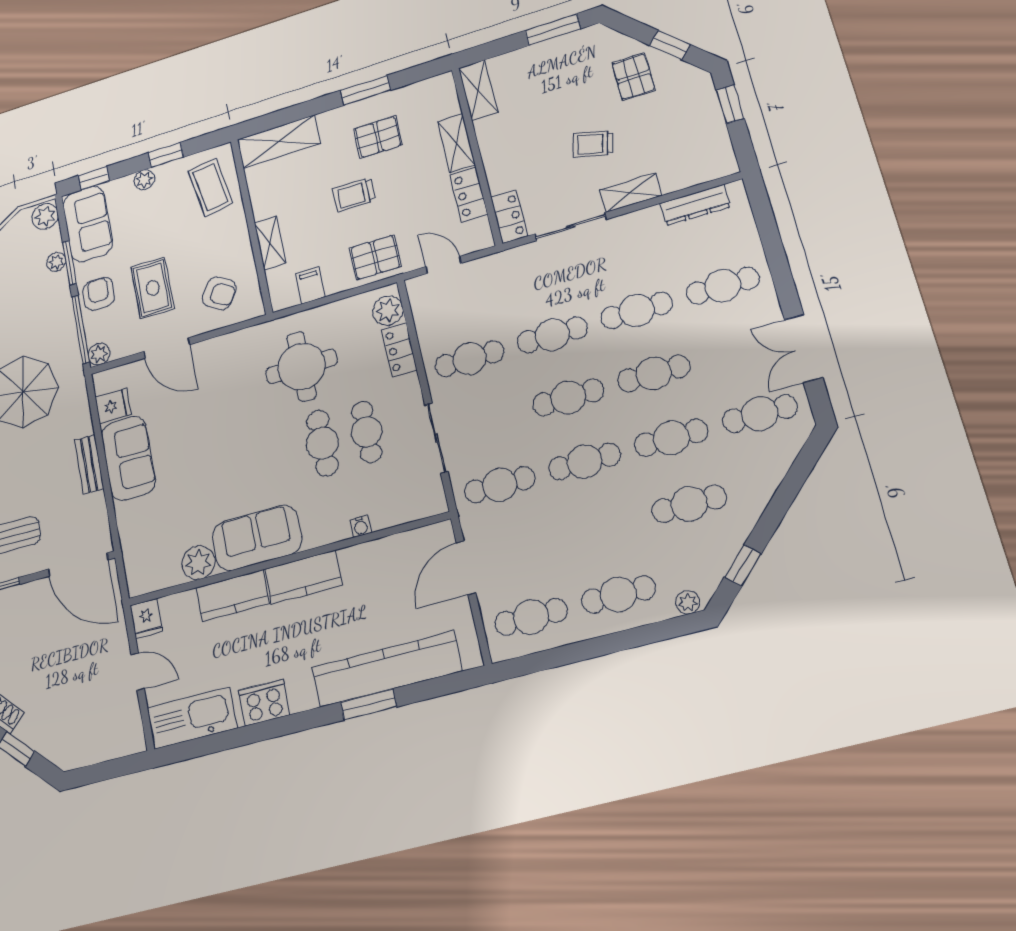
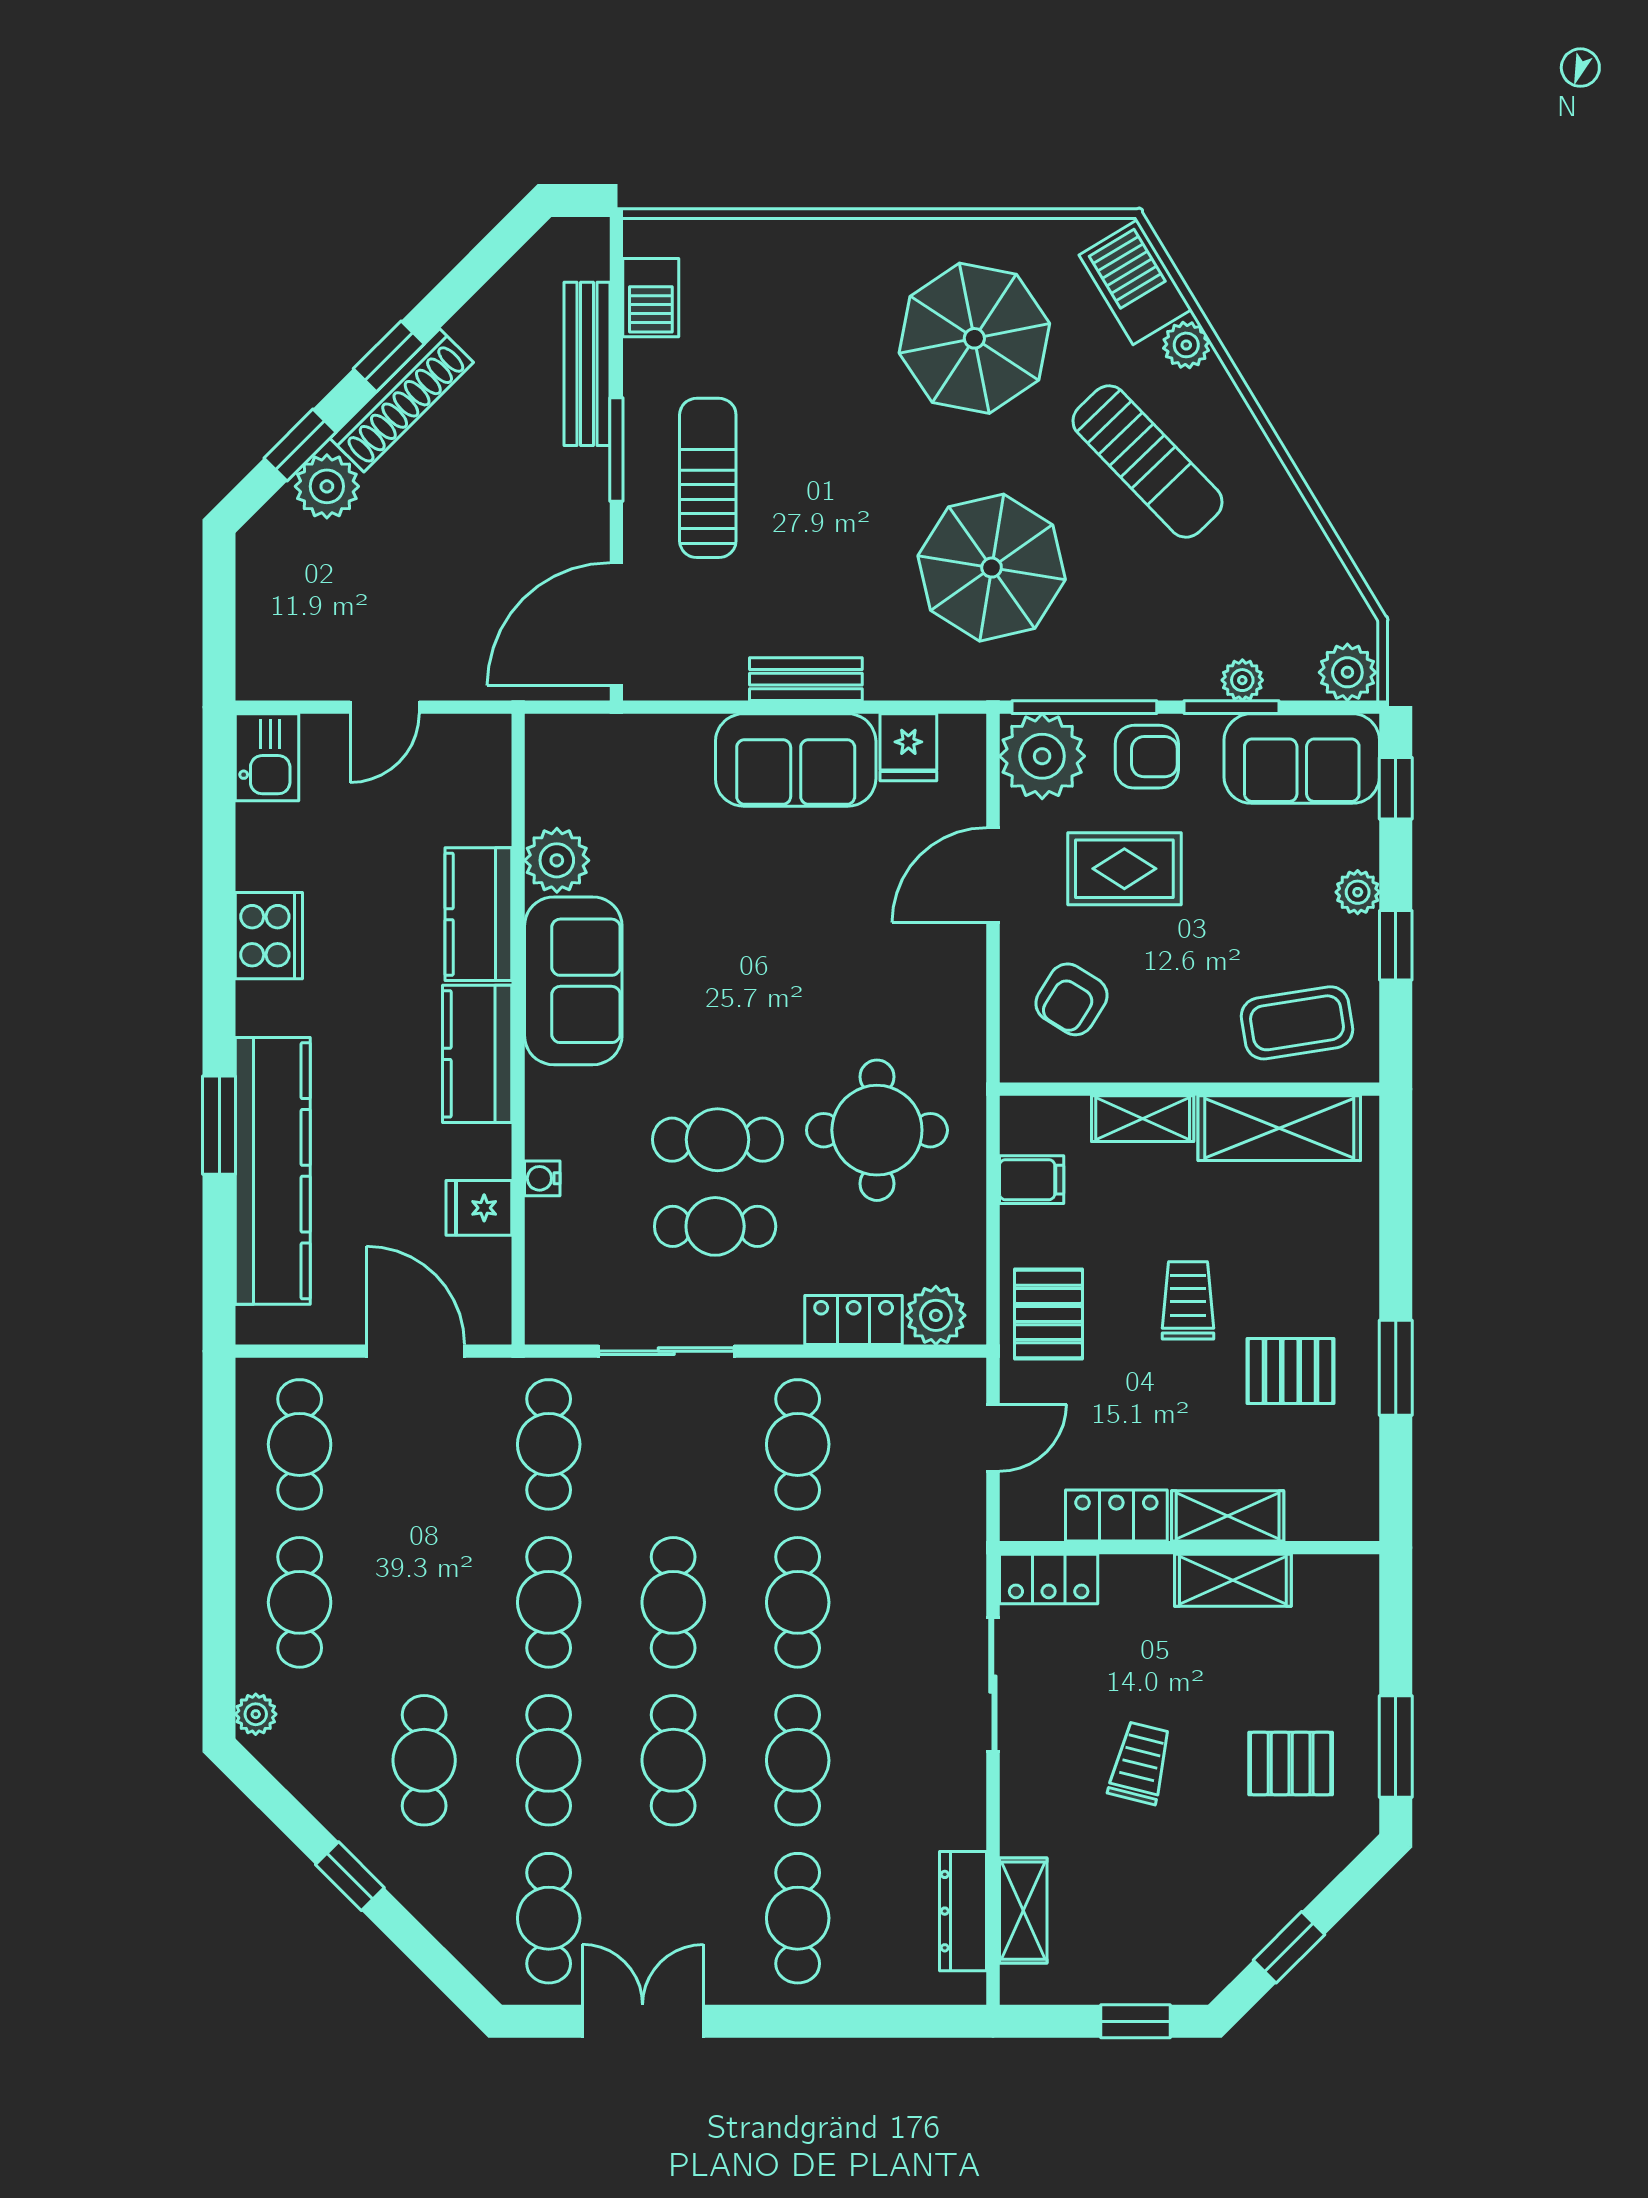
pallet: (634, 77) -> (1291, 1763), moved
shelving: (478, 90) -> (1233, 1580), moved
pallet: (378, 137) -> (1291, 1371), turned 90
shelving: (279, 142) -> (1279, 1128), moved, turned 90
shelving: (631, 193) -> (1023, 1911), moved
plant: (99, 354) -> (1042, 756), width x1.87, depth x1.87
window: (743, 566) -> (350, 1876), moved
fridge: (146, 618) -> (479, 1208), moved
kitchen sink: (192, 718) -> (267, 757), width x0.53, depth x0.81
plant: (34, 730) -> (327, 486), added

